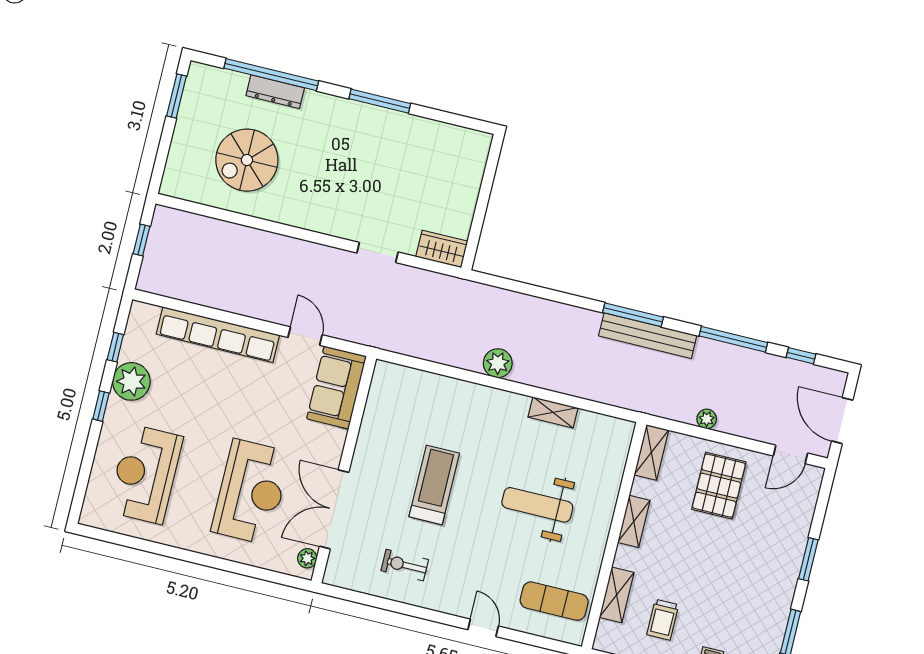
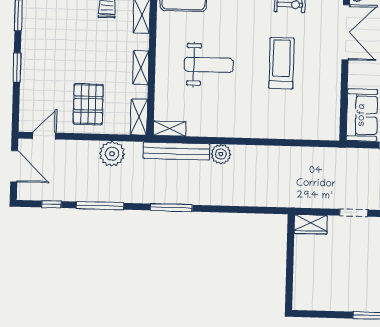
bench: (648, 336) -> (176, 151), moved
plant: (498, 363) -> (221, 154), moved
shelving: (553, 412) -> (170, 129), moved
plant: (707, 419) -> (112, 154), width x1.88, depth x1.88
treadmill: (434, 485) -> (281, 63), turned 180

